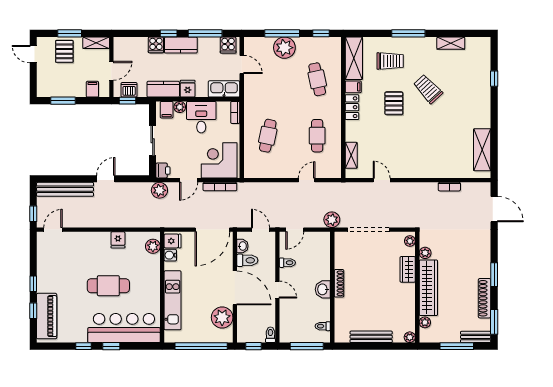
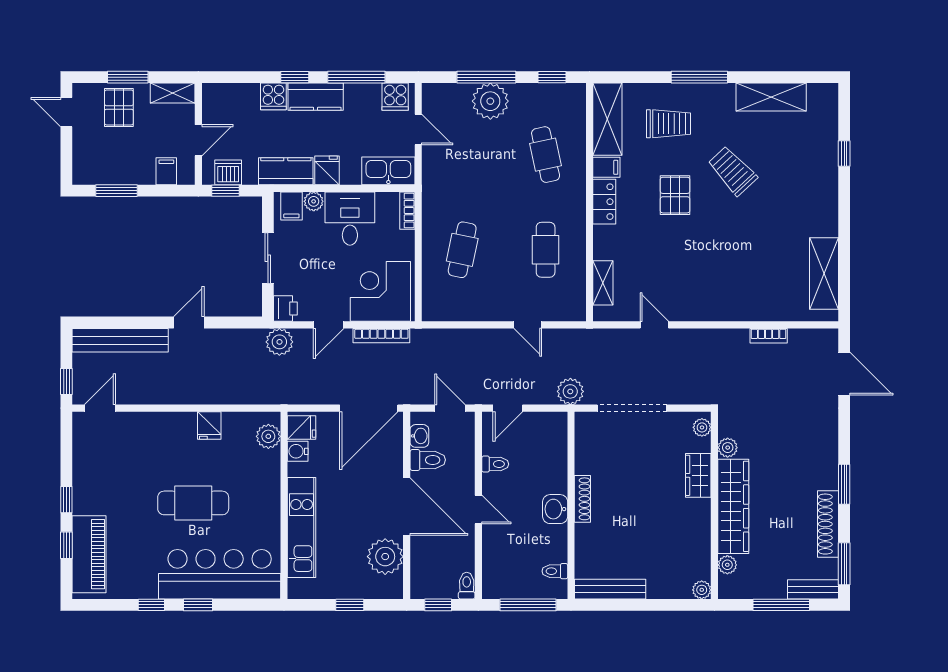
shelving: (451, 43) -> (771, 97), width x1.50, depth x1.33
door: (307, 180) -> (528, 325), swing flipped
bench: (371, 337) -> (610, 589), moved
window: (201, 346) -> (350, 605), width x0.32

